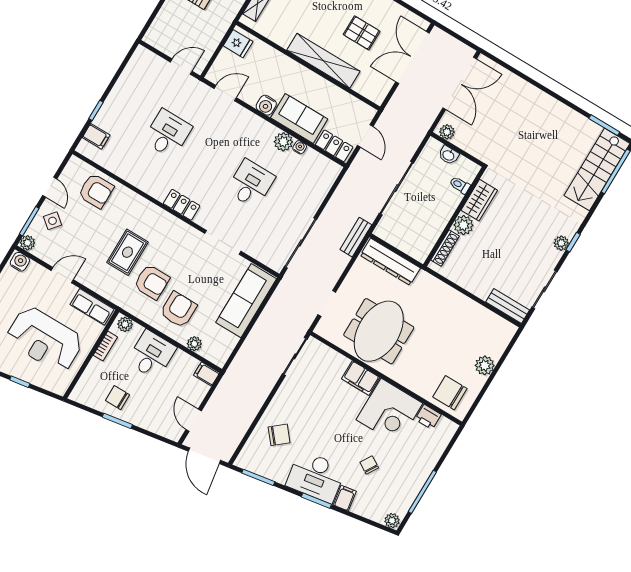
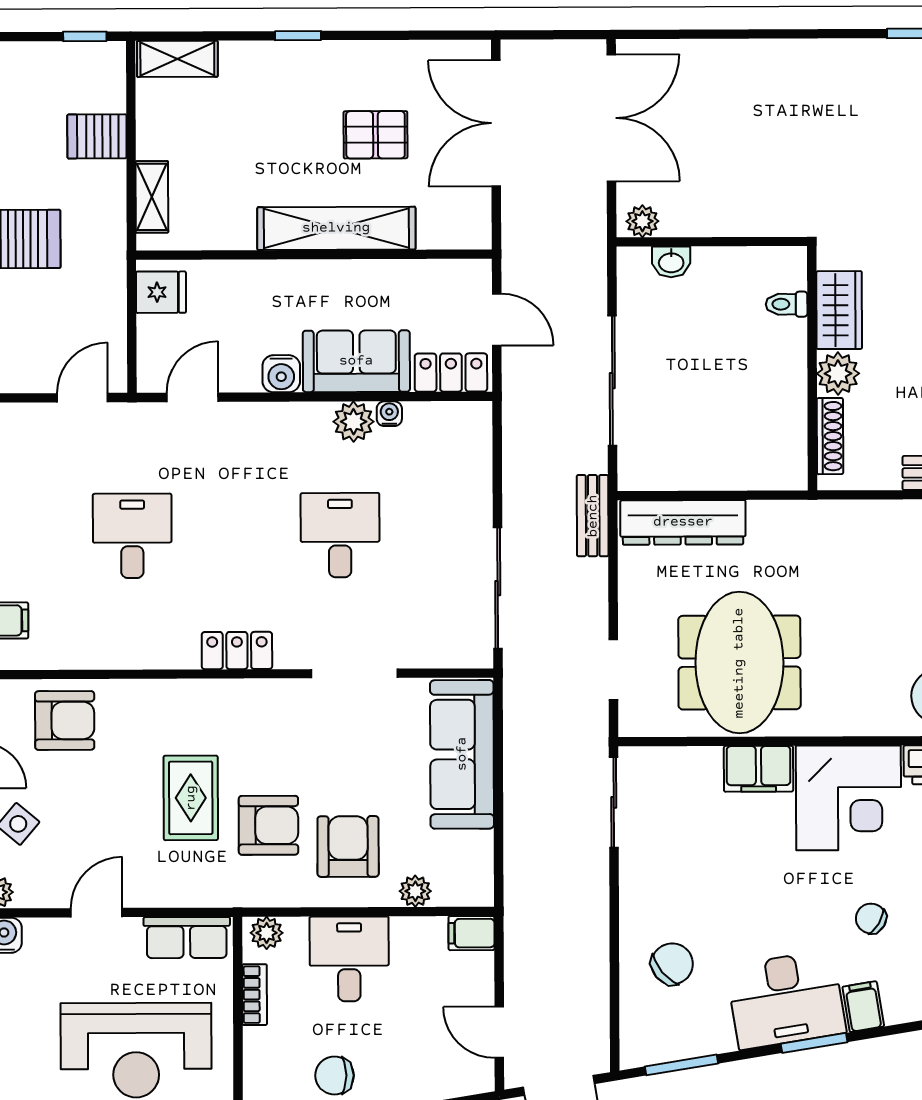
toilet: (460, 185) -> (787, 304), moved
wardrobe: (479, 200) -> (839, 310), moved
wall: (454, 217) -> (812, 368), moved
plant: (463, 225) -> (838, 374), moved
shoe rack: (445, 248) -> (830, 436), moved

